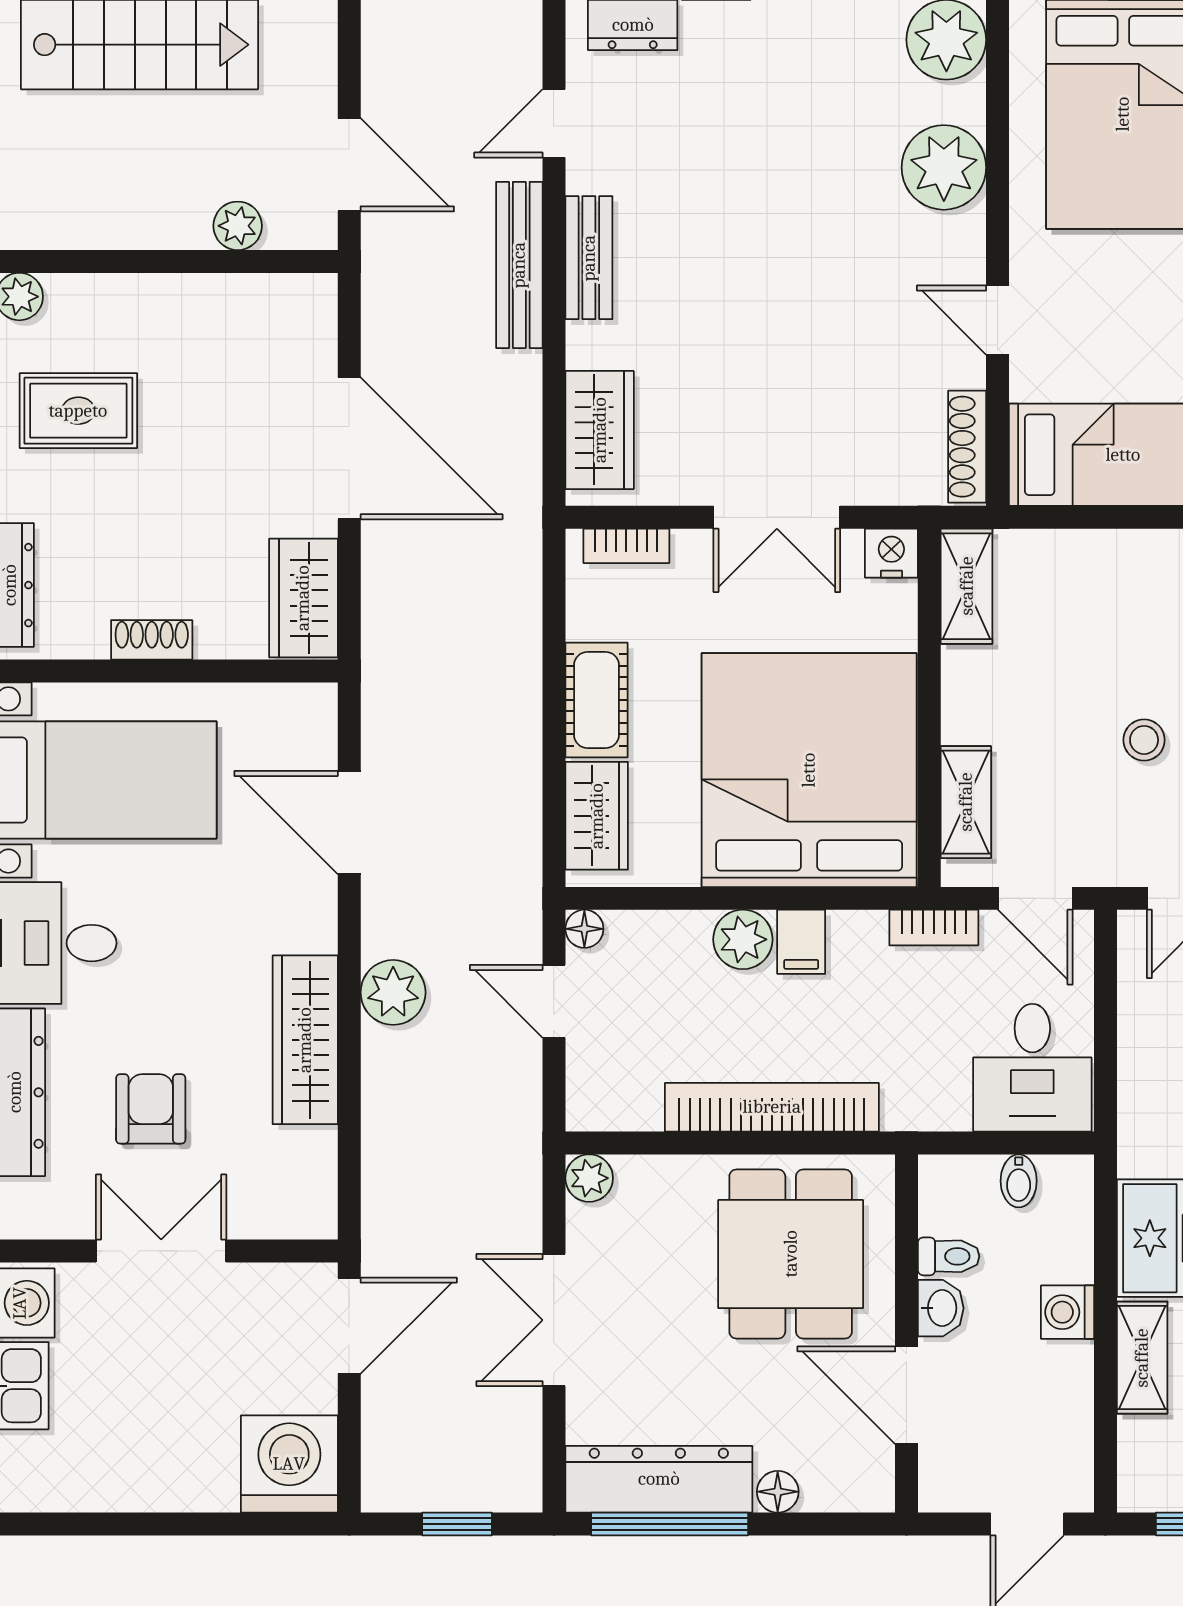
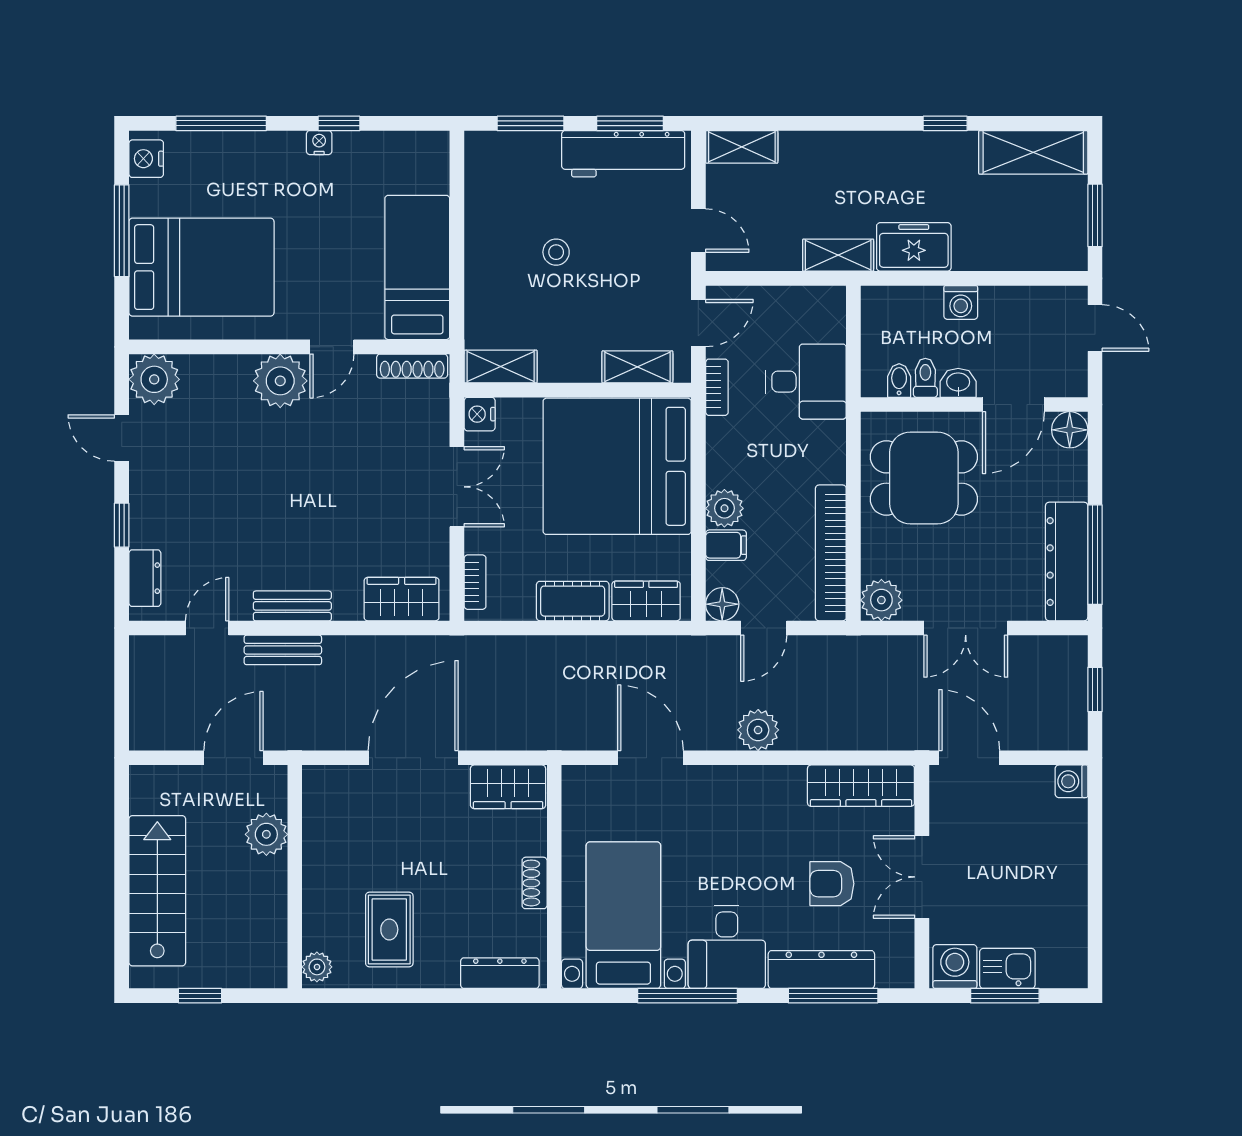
door: (554, 123) -> (207, 628), swing flipped
plant: (944, 167) -> (280, 381), moved
plant: (238, 226) -> (266, 834), width x1.38, depth x1.38
bench: (519, 265) -> (283, 650), width x0.73
stool: (1144, 740) -> (556, 252), moved
door: (349, 823) -> (650, 758), swing flipped
floor lamp: (584, 929) -> (722, 604), width x1.37, depth x1.37
filing cabinet: (801, 942) -> (726, 545), moved
wardrobe: (305, 1040) -> (861, 786), moved
desk: (1032, 1068) -> (806, 382), moved
bookcase: (772, 1107) -> (831, 553), moved
plant: (589, 1178) -> (881, 600), width x1.38, depth x1.38
bidet: (1019, 1181) -> (899, 380), moved, turned -90
shelving: (1142, 1358) -> (838, 255), moved
washing machine: (289, 1464) -> (1071, 781), width x0.53, depth x0.53
floor lamp: (778, 1492) -> (1070, 430), moved, width x1.37, depth x1.37

